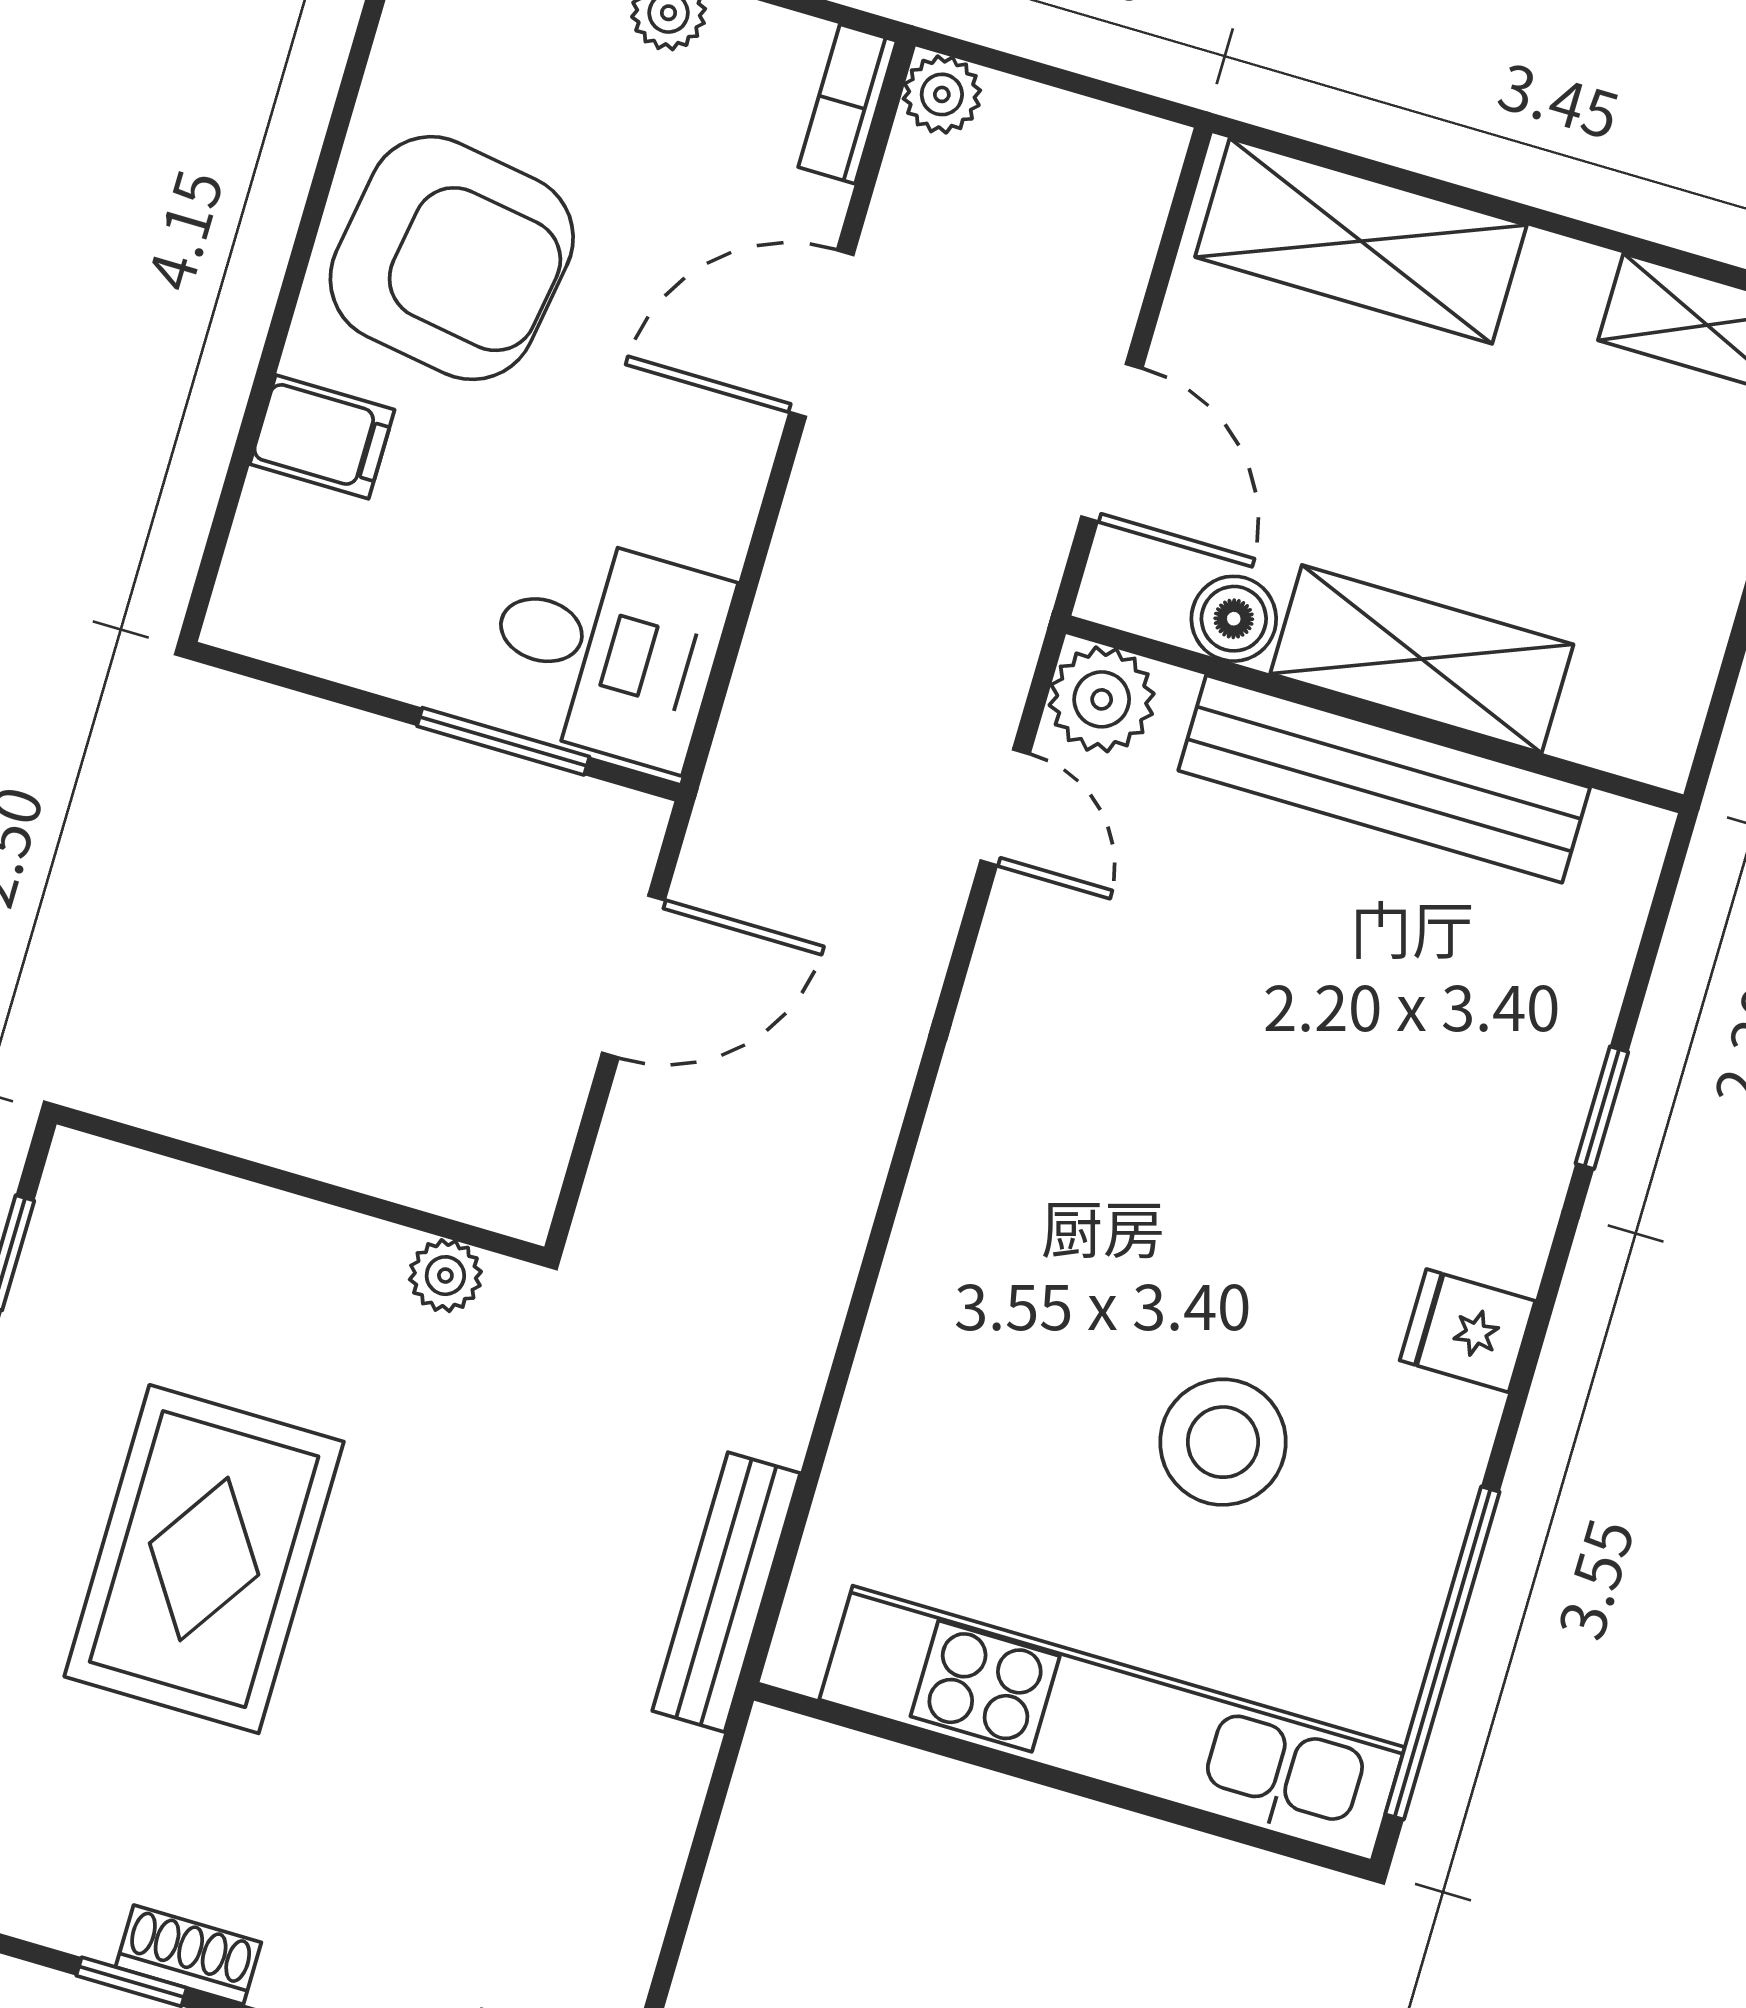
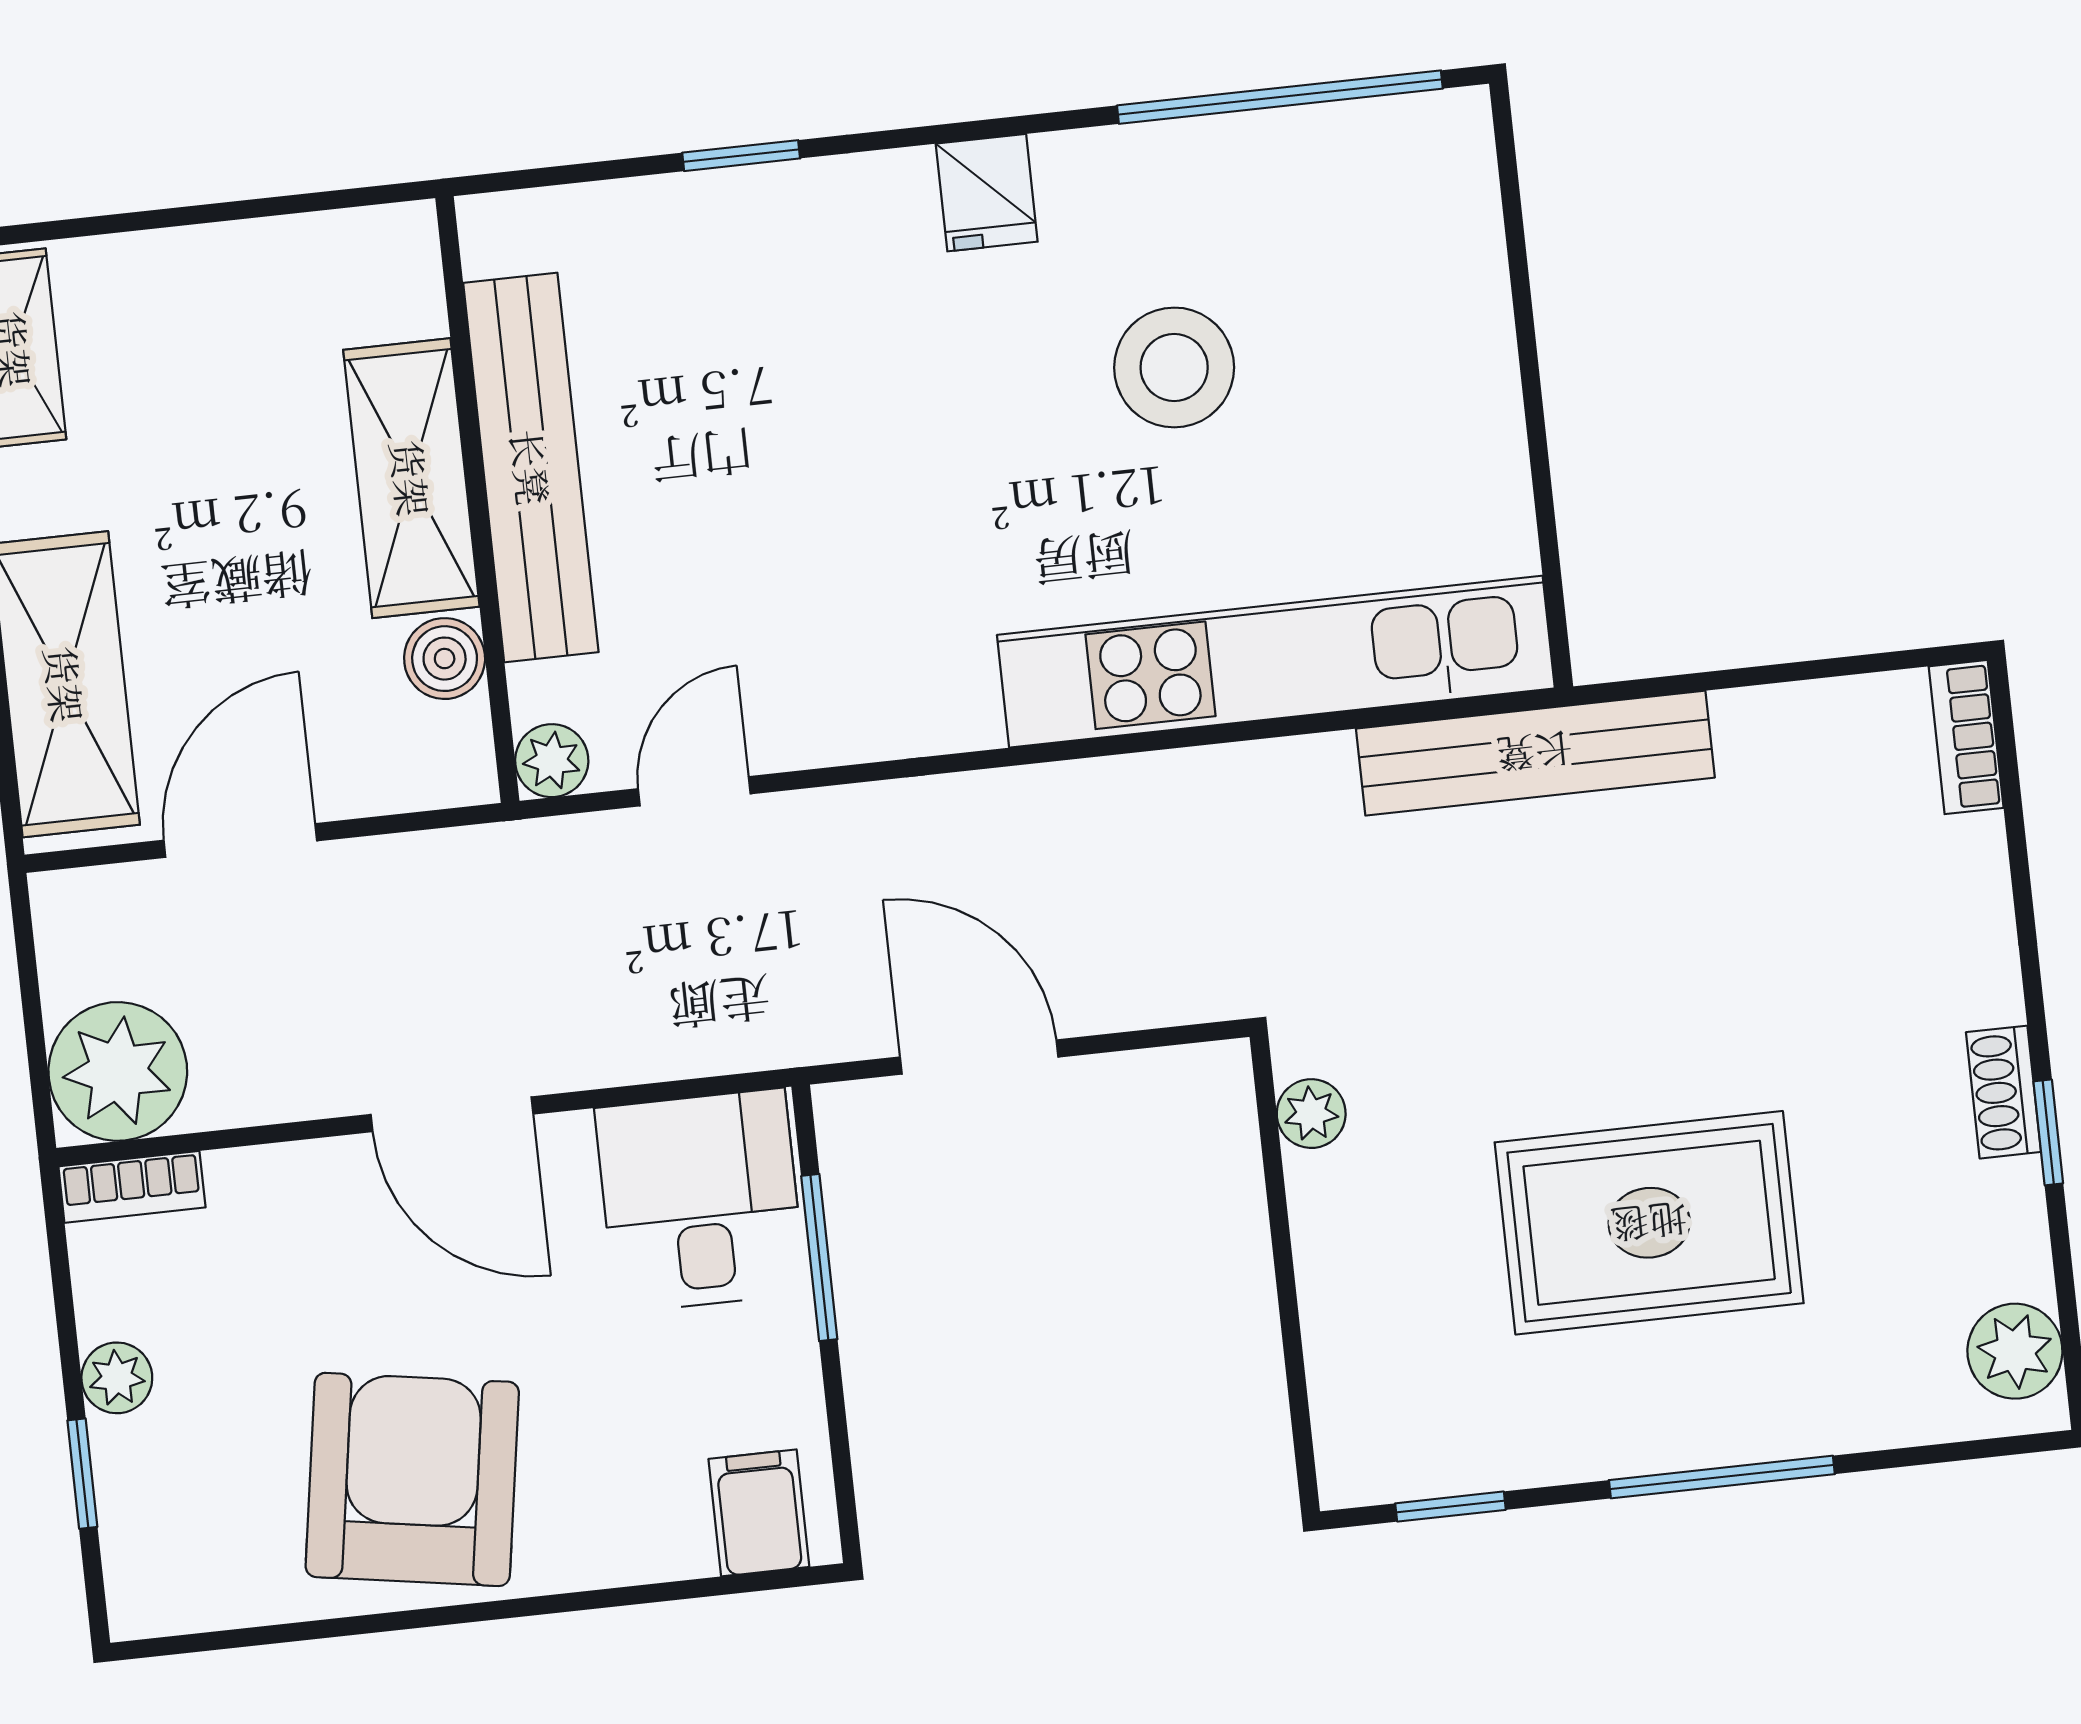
plant: (942, 94) -> (118, 1071), width x1.88, depth x1.88
door: (821, 334) -> (452, 1114), moved
filing cabinet: (322, 437) -> (759, 1513), moved
door: (1112, 443) -> (240, 841), moved
plant: (1102, 699) -> (552, 761), width x0.73, depth x0.73
bench: (726, 1592) -> (1535, 753), width x1.37, depth x1.21
kitchen unit: (1112, 1723) -> (1276, 662), moved, turned 90

